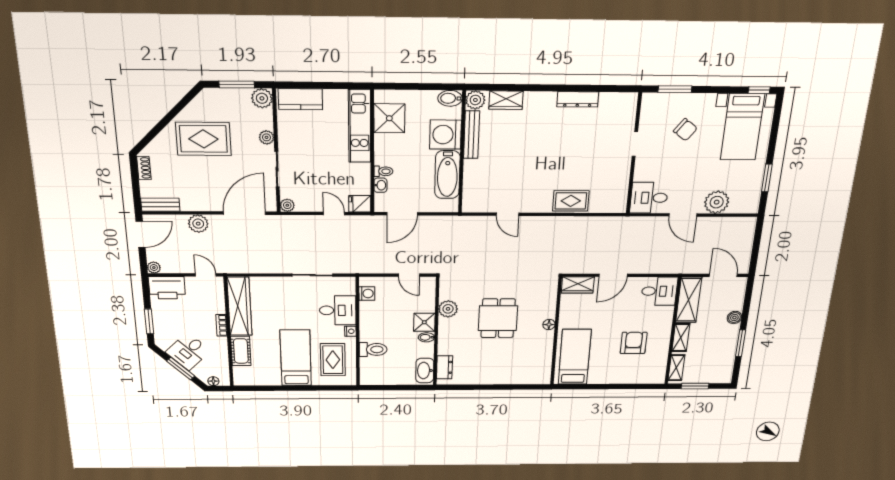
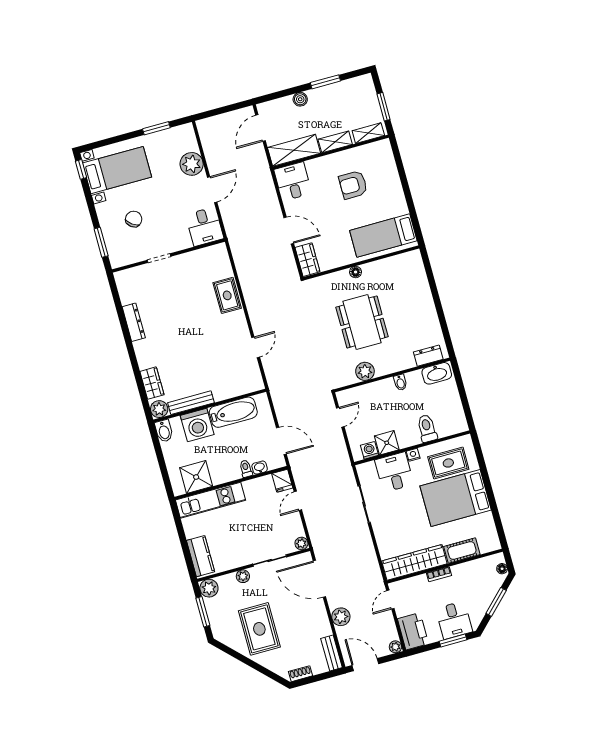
dining table: (498, 318) -> (362, 322), width x1.38
shower: (424, 322) -> (387, 443), moved
desk: (188, 351) -> (454, 620), moved, turned 45
bed: (296, 358) -> (456, 498), width x1.50

